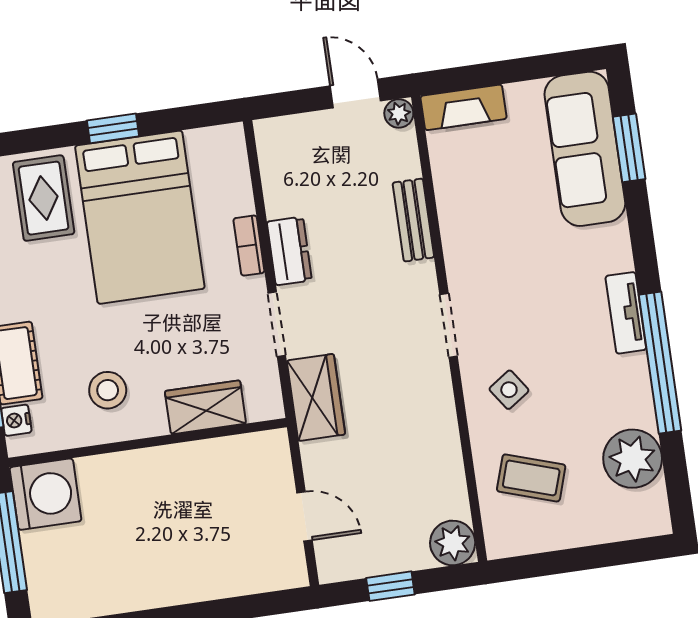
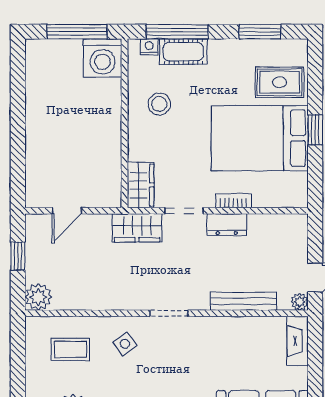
bench: (413, 220) -> (243, 301), width x1.36
wardrobe: (205, 407) -> (141, 185), moved
coffee table: (531, 478) -> (70, 349), turned 72

